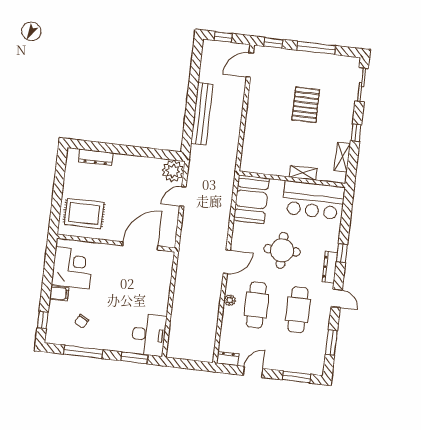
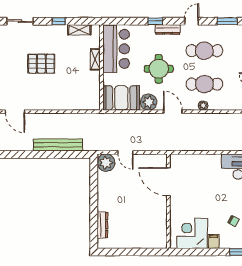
rug: (84, 213) -> (148, 229), removed
plant: (242, 233) -> (149, 102), added

